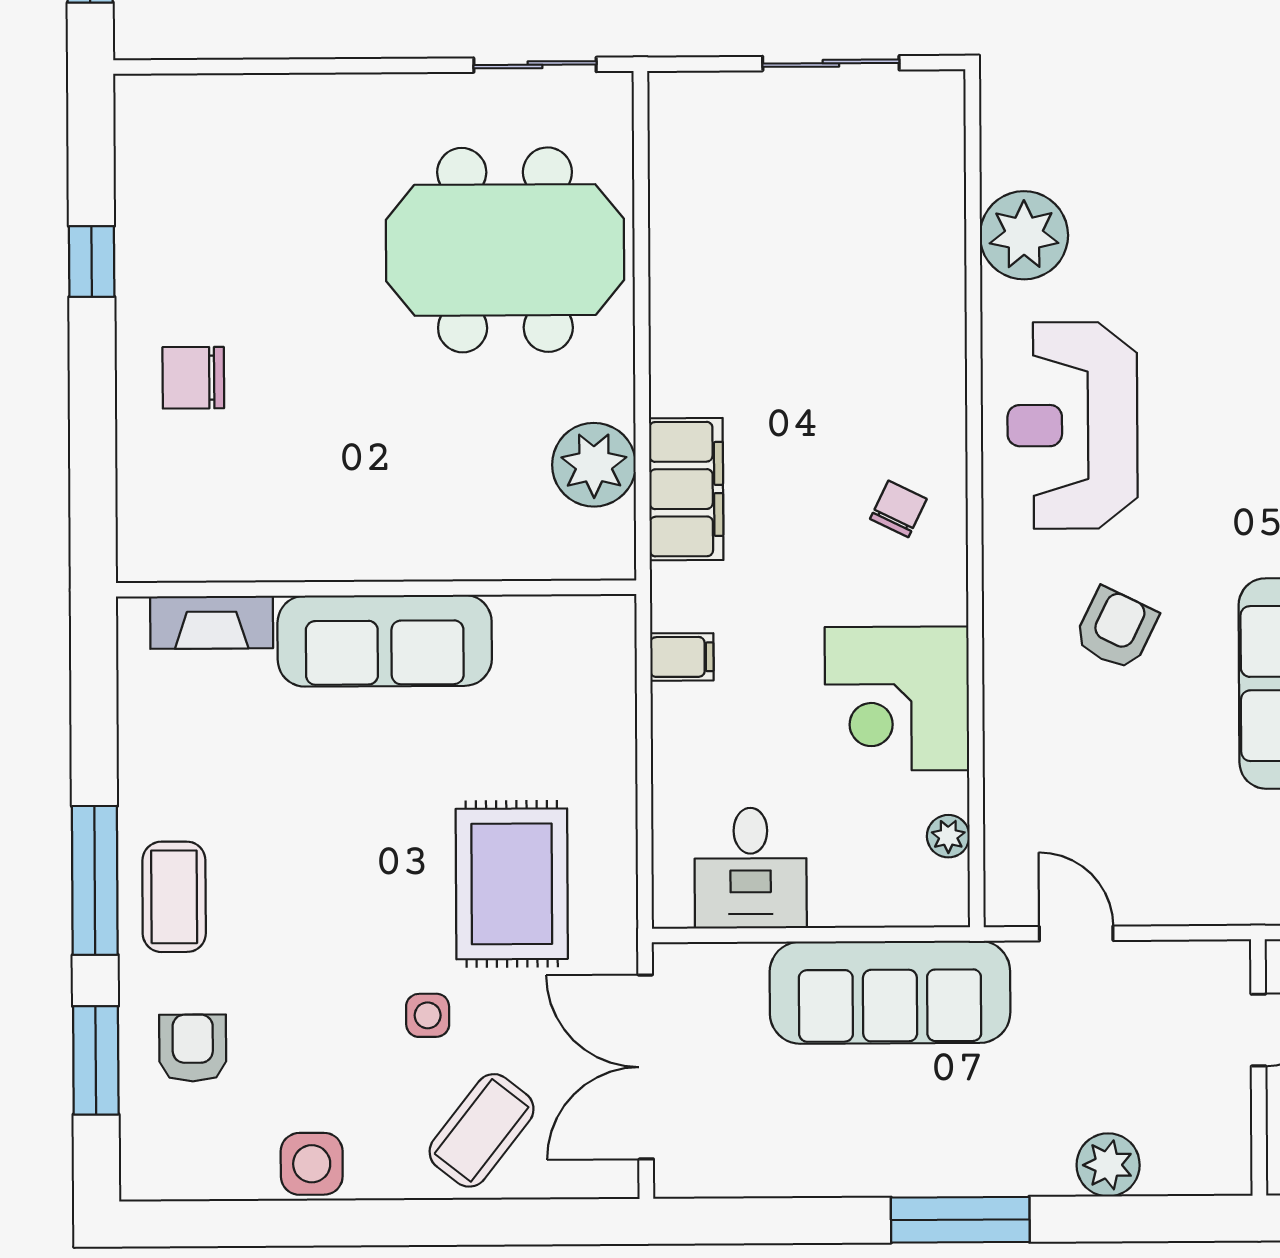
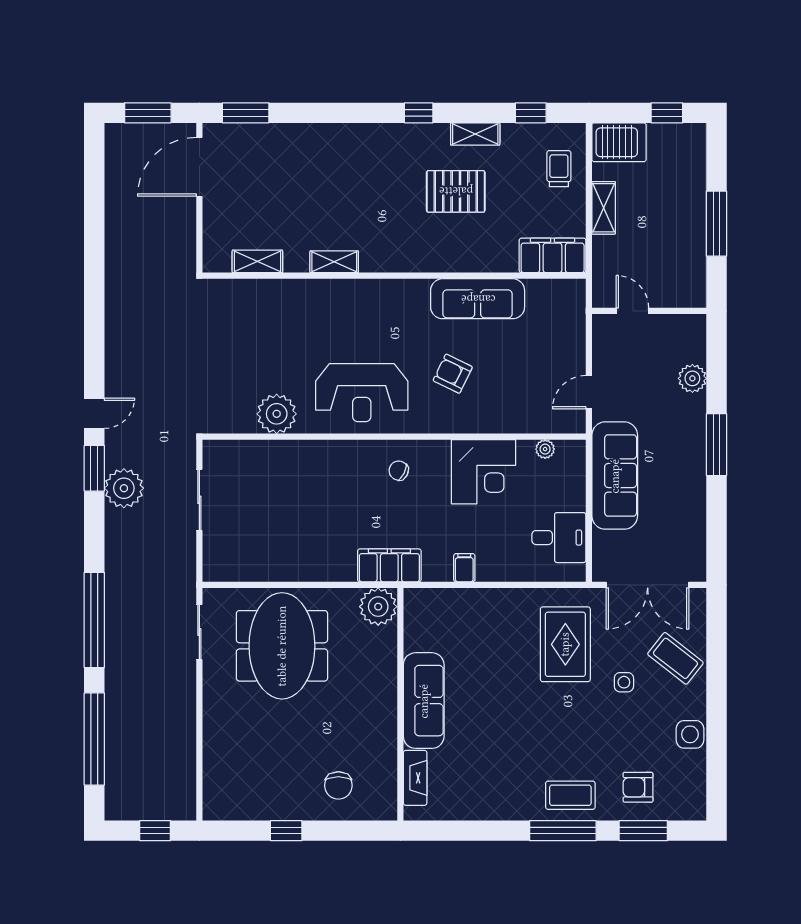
wall: (376, 589) -> (400, 704), moved
fireplace: (212, 622) -> (415, 778), moved
sofa: (385, 641) -> (424, 701), moved
rug: (512, 884) -> (565, 644), turned 90

